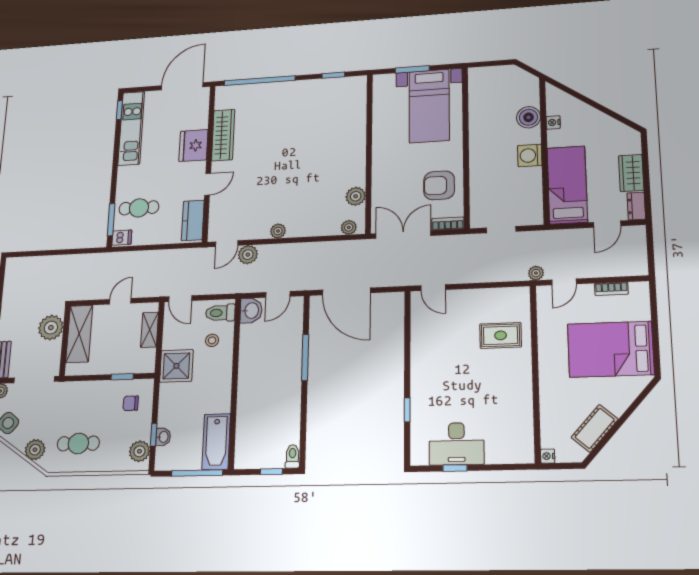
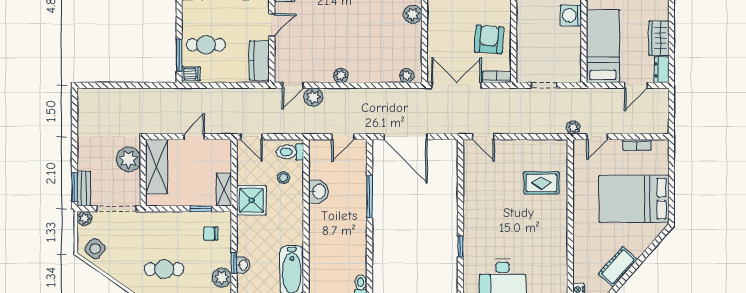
armchair: (439, 185) -> (489, 39), turned 94
plant: (356, 196) -> (413, 14), moved
washbasin: (251, 311) -> (319, 192), moved
shelving: (150, 330) -> (224, 190), moved
plant: (35, 450) -> (123, 274), removed

